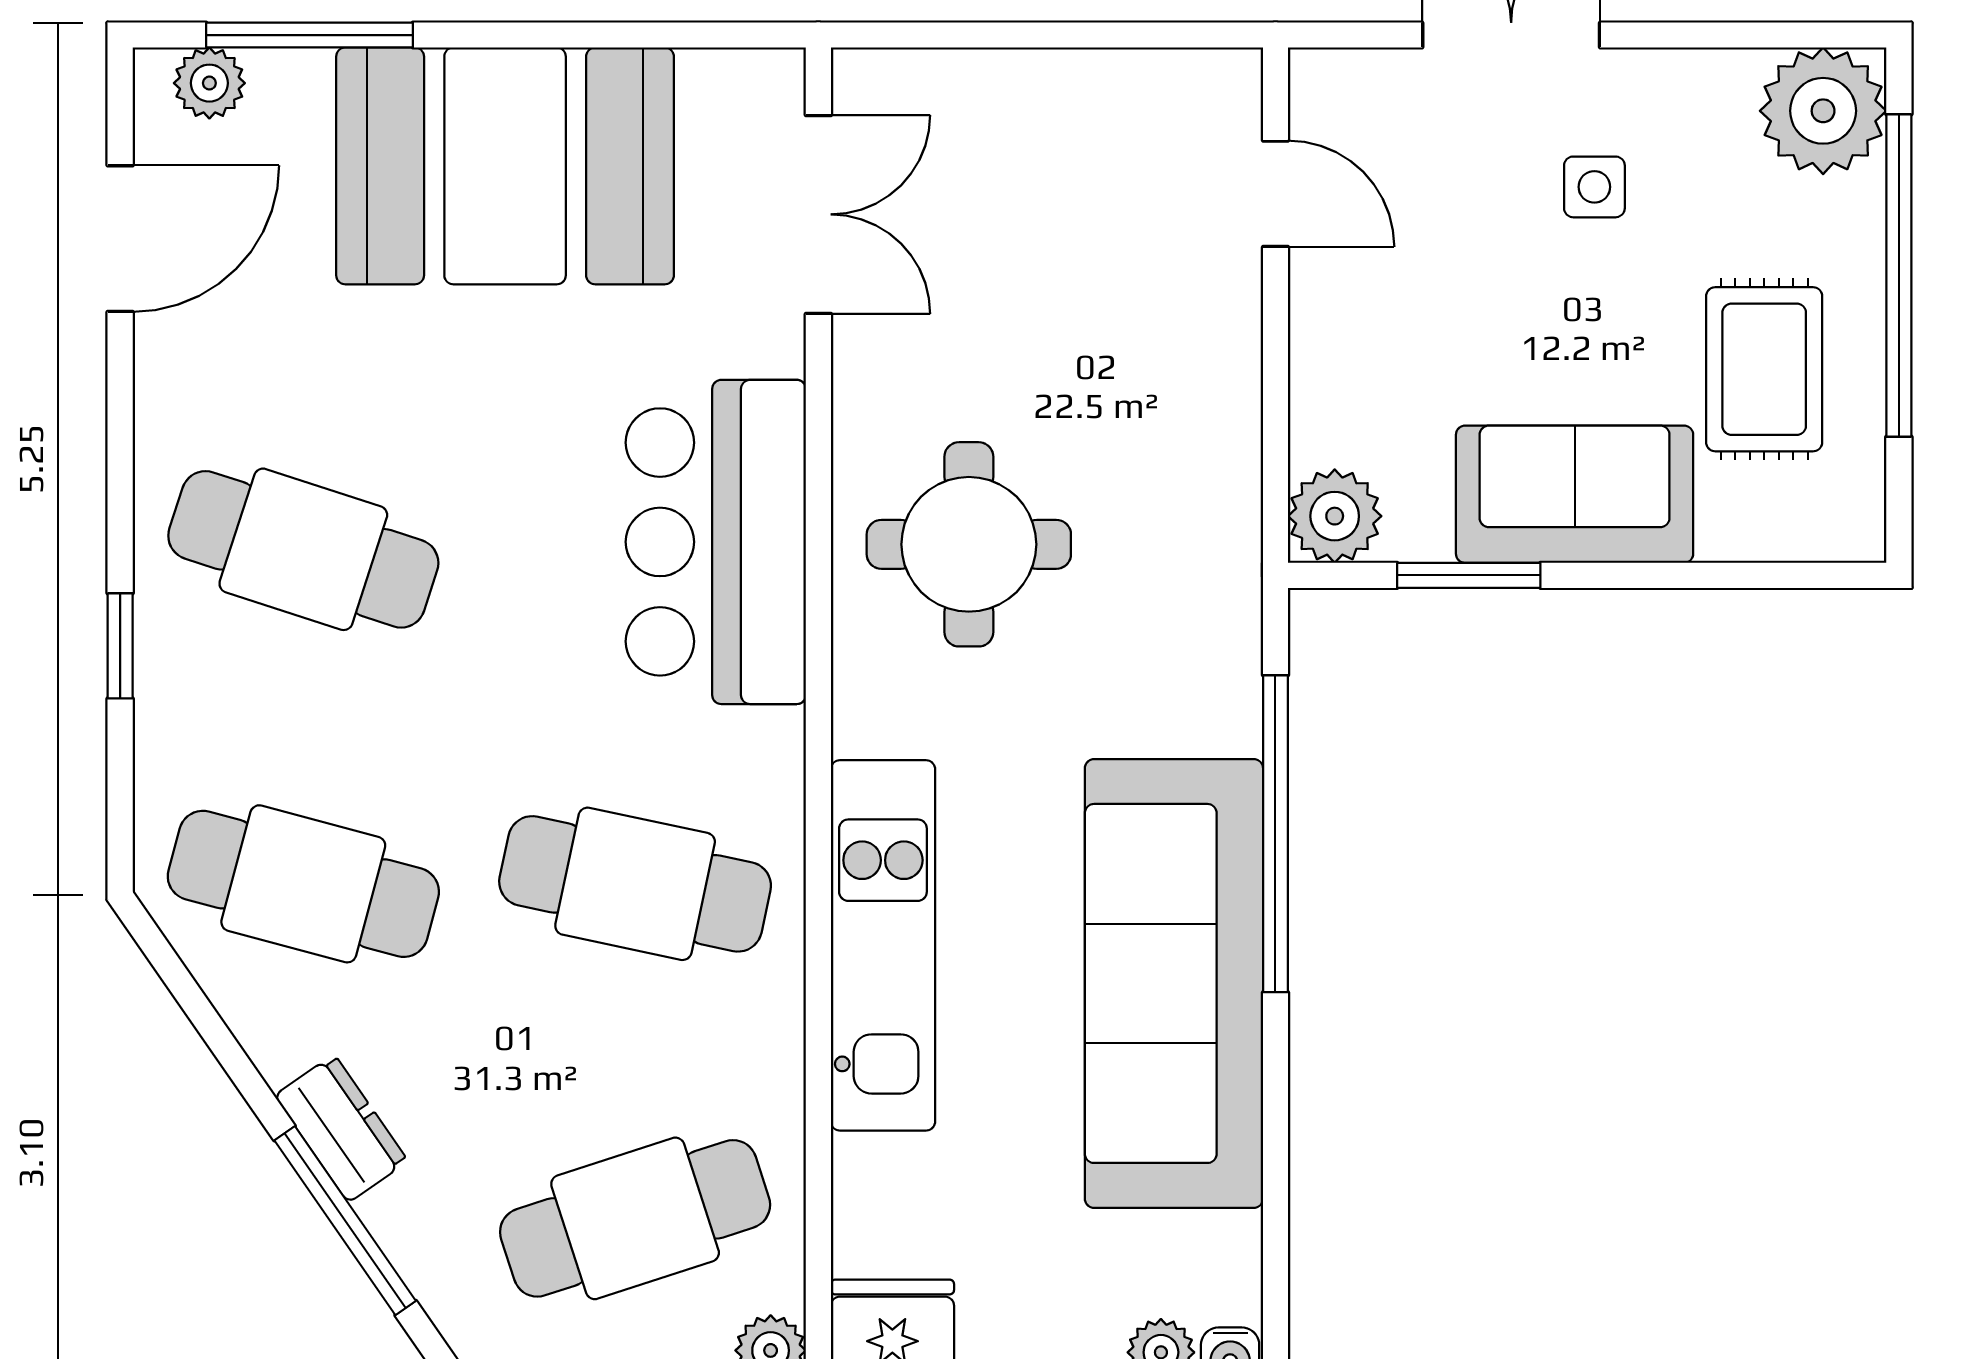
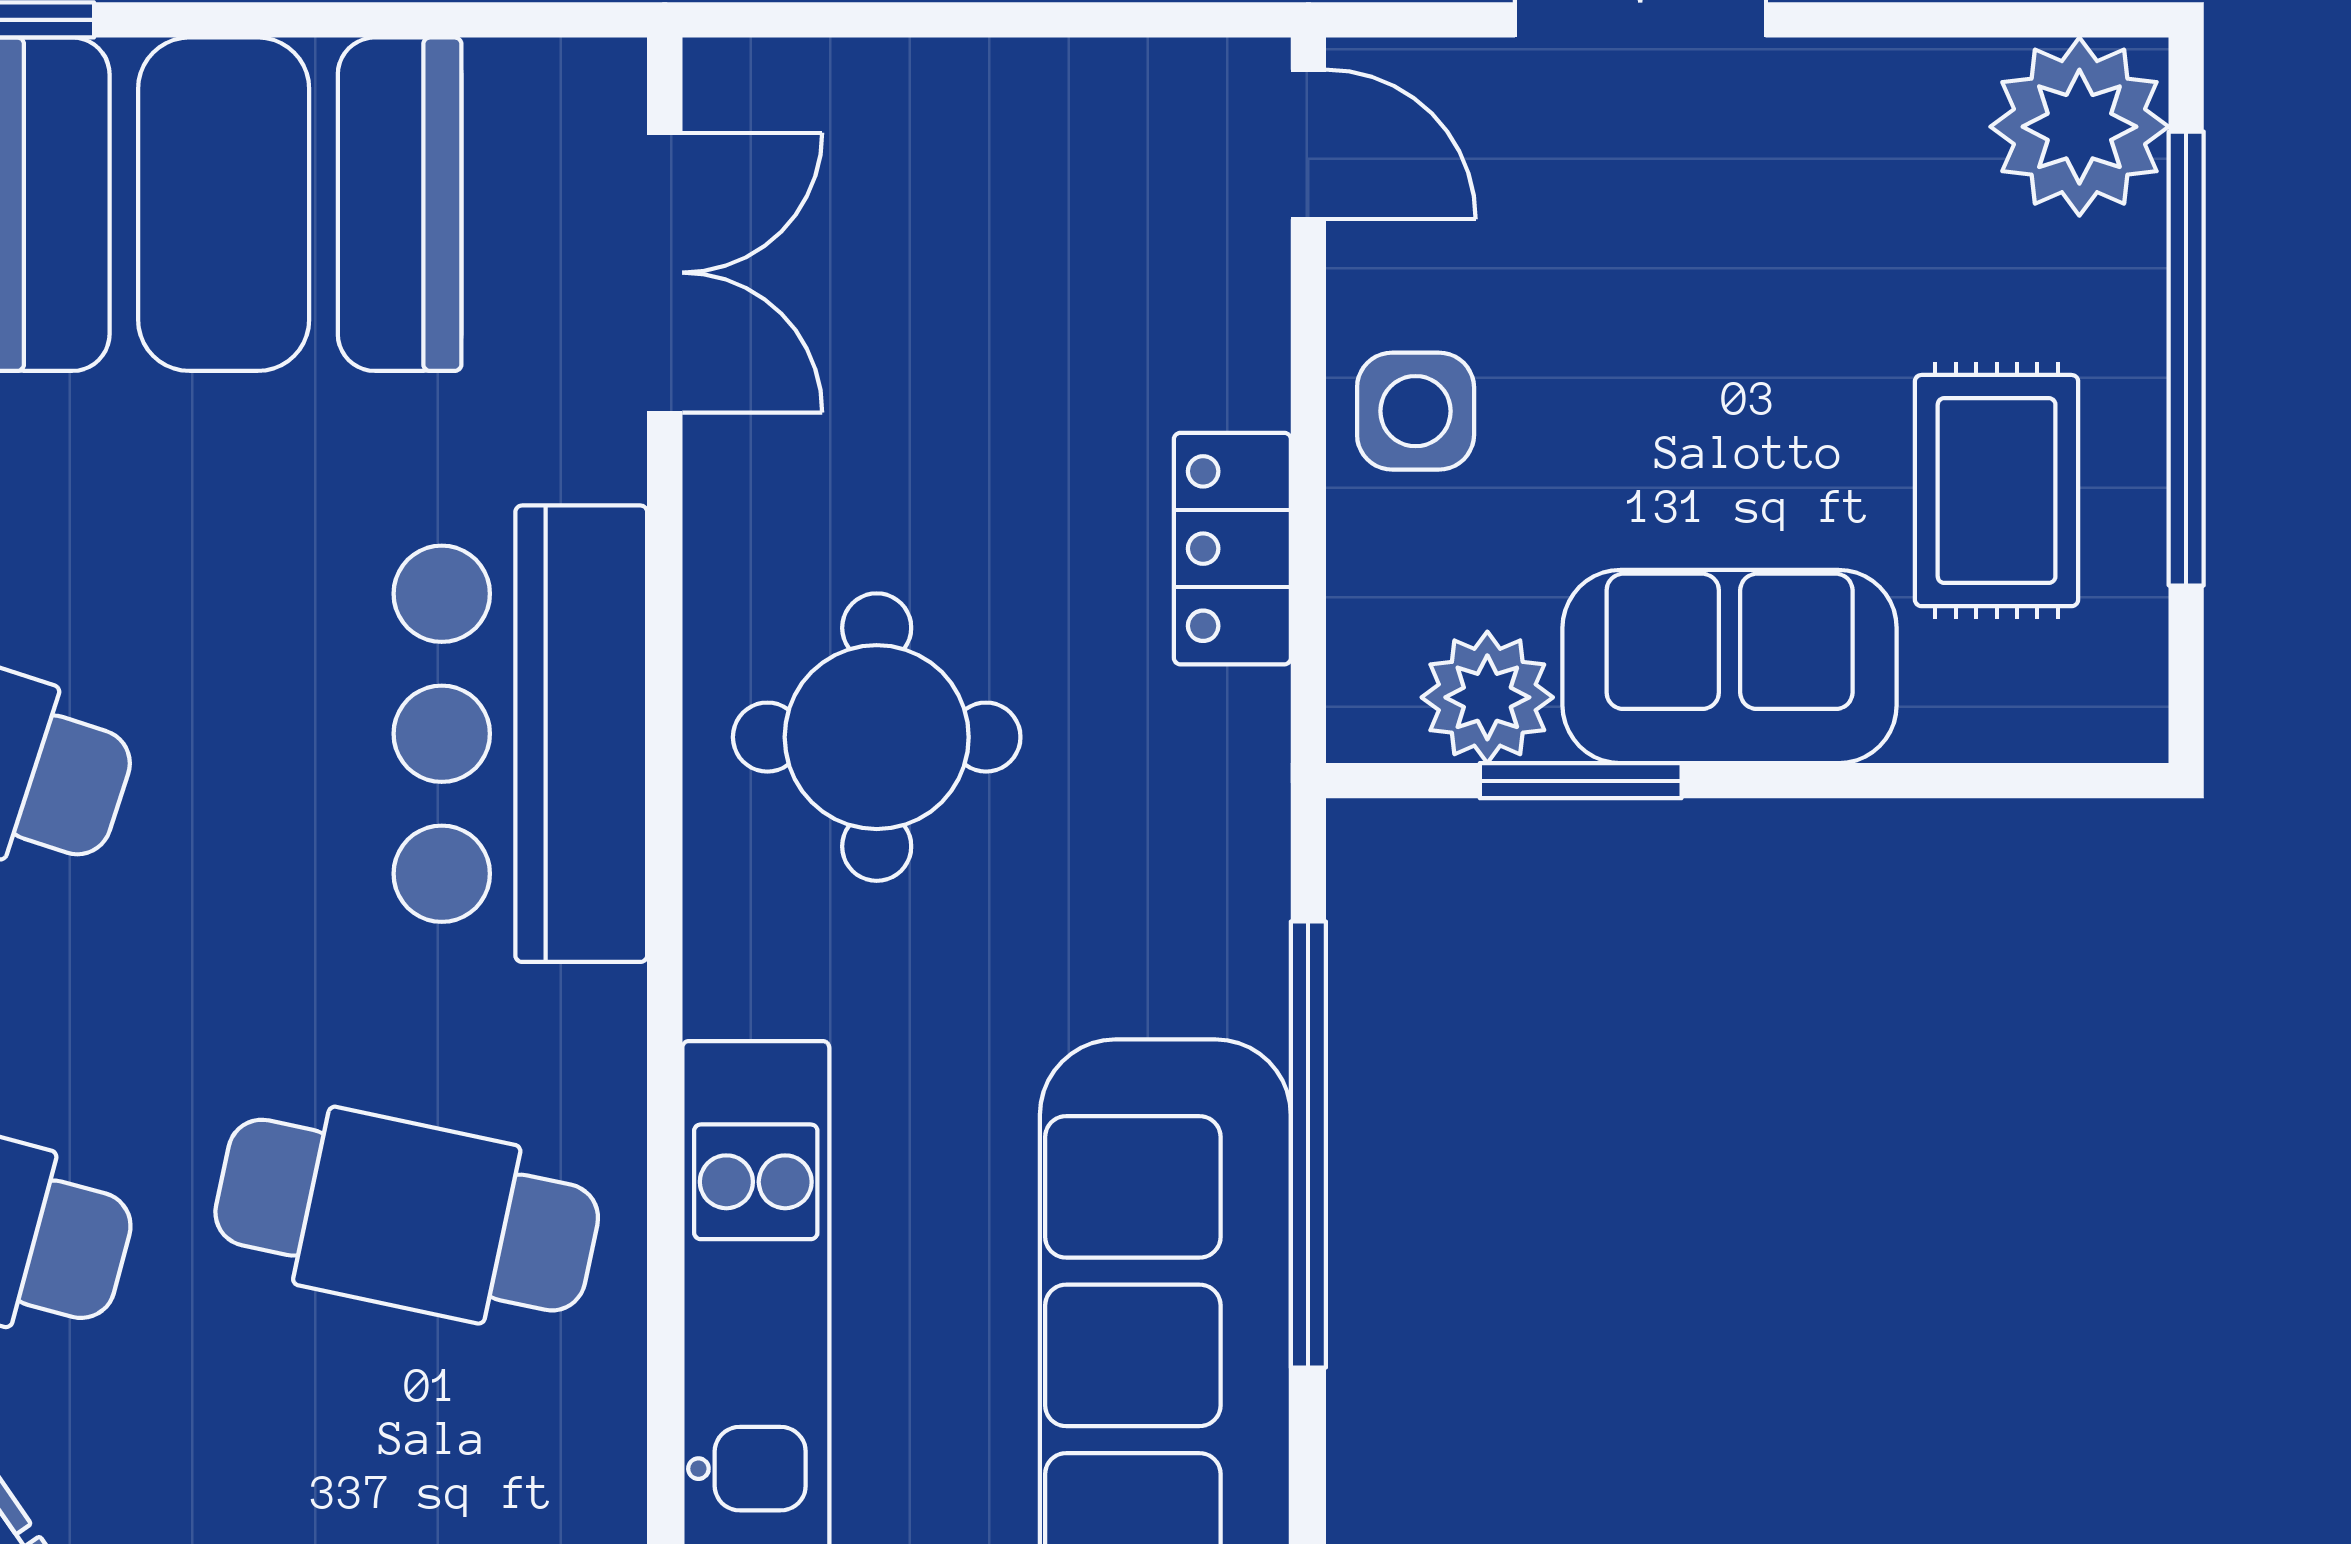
side table: (1594, 187) -> (1416, 411), moved, width x1.37, depth x1.37
door: (1275, 194) -> (1308, 144), moved
locker: (1221, 410) -> (1232, 549), added
plant: (1335, 516) -> (1487, 697), moved

